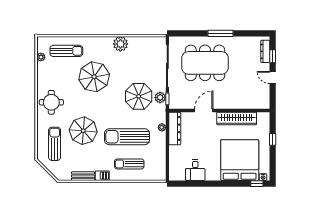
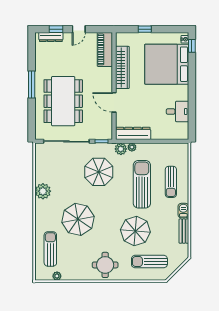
plant: (160, 97) -> (121, 149), moved
piano: (254, 102) -> (105, 49), added
sun lounger: (127, 137) -> (142, 184), turned 180

